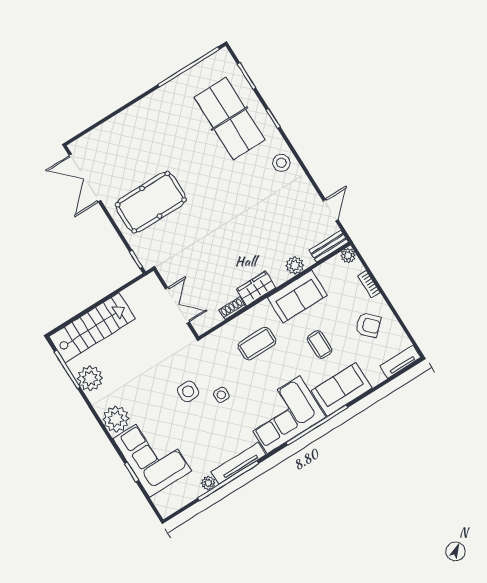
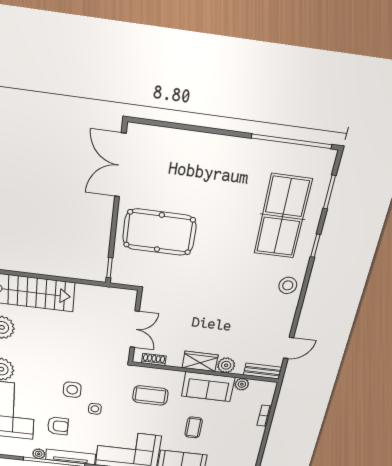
plant: (348, 256) -> (242, 384), moved
wardrobe: (256, 288) -> (200, 361), moved
wall: (176, 303) -> (135, 327), moved
double door: (177, 305) -> (135, 329), moved
armchair: (368, 325) -> (58, 426), moved, turned -46

